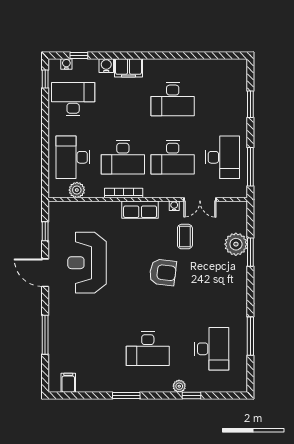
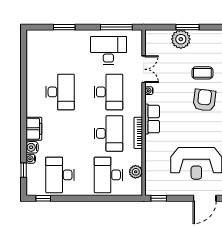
water cooler: (66, 64) -> (31, 159), moved
desk: (73, 157) -> (108, 175), turned 90
window: (45, 231) -> (159, 198), moved
coffee table: (185, 237) -> (202, 73), moved

